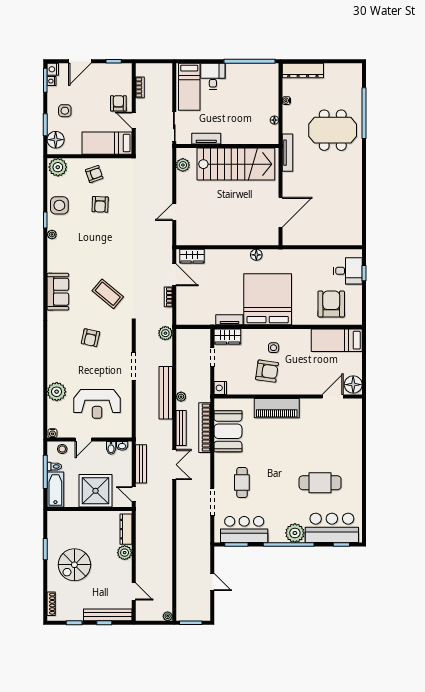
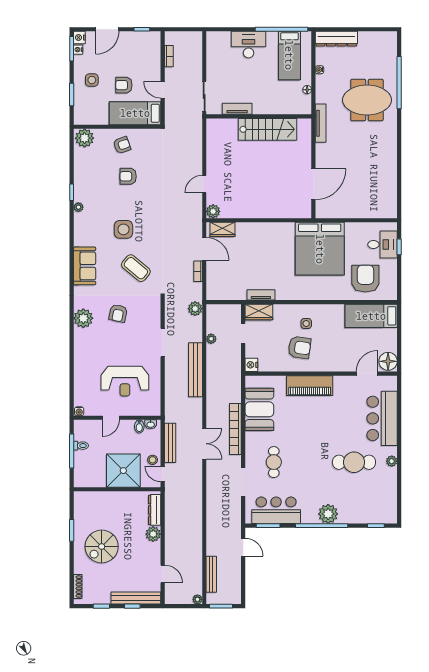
desk: (213, 76) -> (249, 45), width x1.37
bed: (189, 87) -> (289, 55), moved
armchair: (118, 103) -> (124, 85), moved, turned -90
floor lamp: (56, 140) -> (82, 110), removed
stairs: (236, 164) -> (268, 129), width x0.73, depth x0.66
plant: (183, 165) -> (213, 211), moved
armchair: (100, 204) -> (128, 176), turned 88
side table: (59, 205) -> (123, 229), moved
floor lamp: (256, 255) -> (289, 228), removed
bed: (268, 299) -> (320, 249), moved, turned 180
plant: (57, 392) -> (83, 318), moved
plant: (181, 397) -> (211, 339), moved
bench: (181, 428) -> (211, 574), moved
bookcase: (205, 428) -> (235, 429), moved
stool: (62, 449) -> (153, 460), moved
plant: (357, 482) -> (392, 461), added
bathtub: (55, 489) -> (82, 469), removed
bar counter: (332, 528) -> (382, 418), moved, turned -90
door: (212, 582) -> (243, 547), moved

